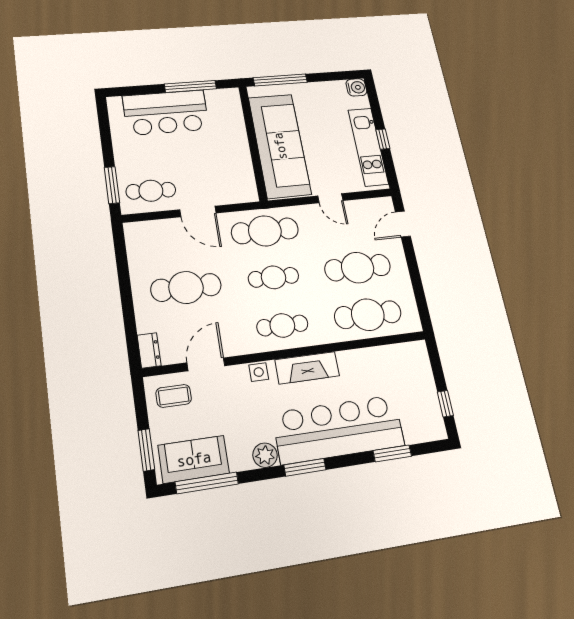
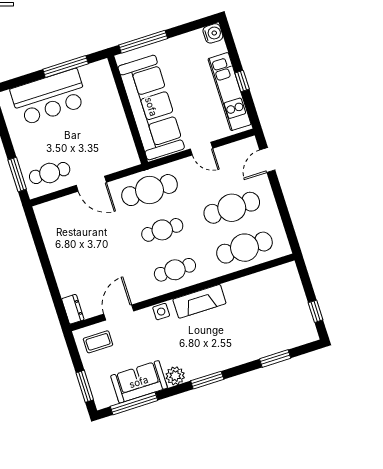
cafe table: (186, 287) -> (93, 252), removed
bar counter: (339, 429) -> (230, 346), removed
sofa: (194, 459) -> (139, 382), moved

